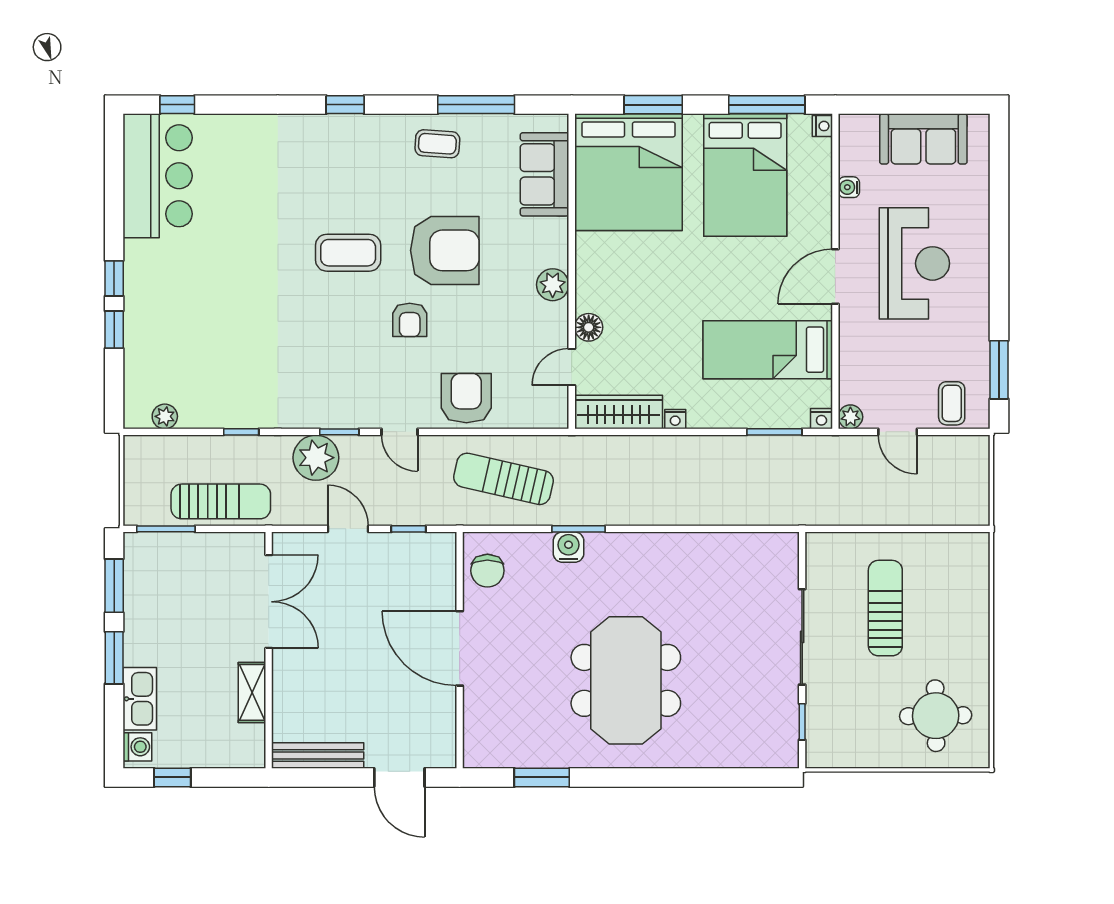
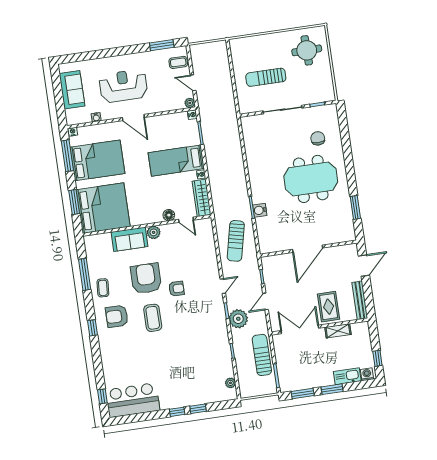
sofa: (545, 174) -> (129, 239), moved
bed: (768, 350) -> (176, 161), moved, turned 90
armchair: (466, 398) -> (117, 316), moved
door: (898, 432) -> (193, 83), swing flipped
chair: (487, 571) -> (318, 138), moved, turned -90
rug: (313, 678) -> (329, 307), added

